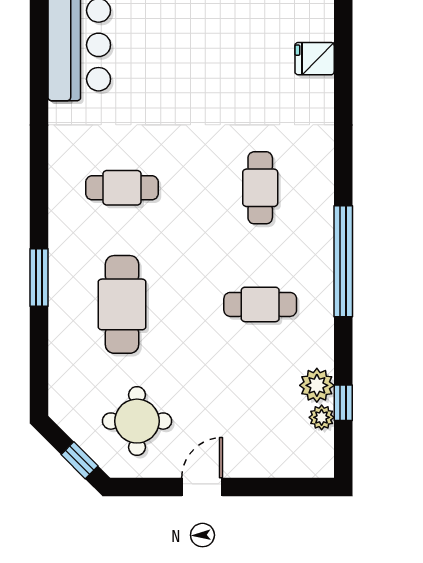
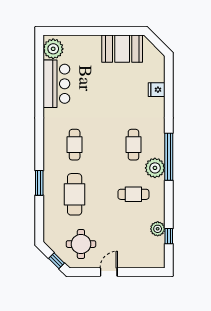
cafe table: (122, 188) -> (75, 145), turned 90
window: (343, 261) -> (169, 157), moved
plant: (322, 417) -> (155, 168), moved, width x1.88, depth x1.88

